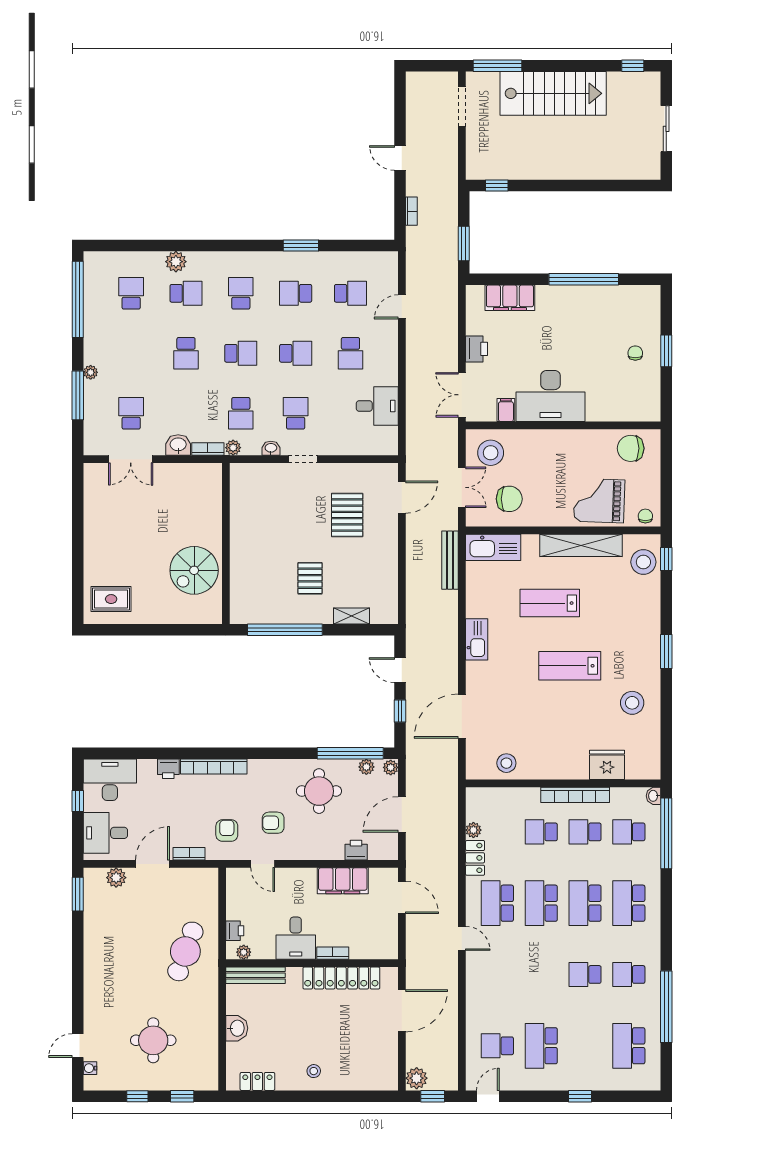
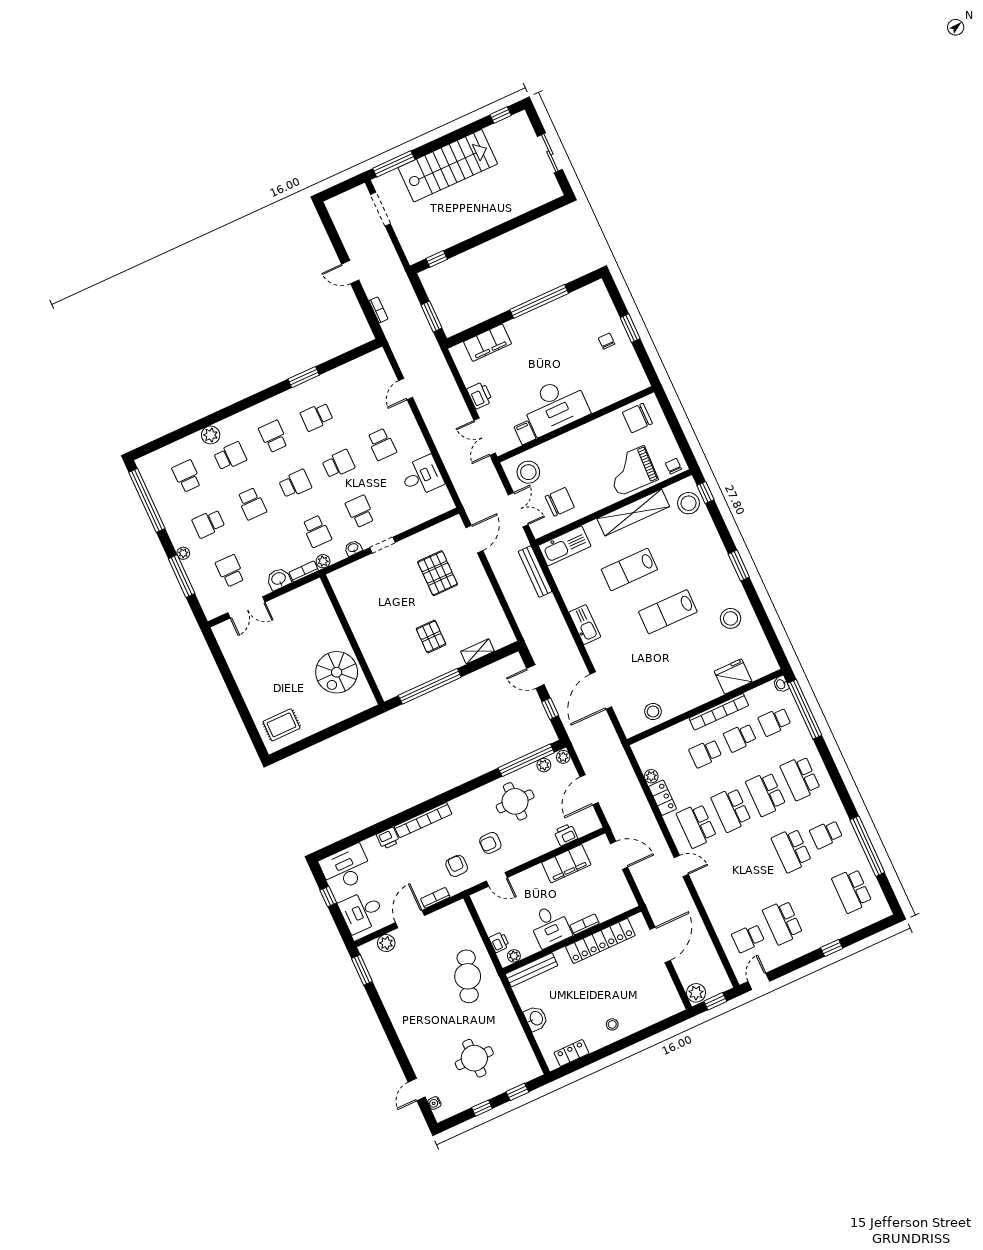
school desk: (350, 293) -> (208, 524), moved, turned 180
school desk: (585, 974) -> (792, 850), width x1.85

